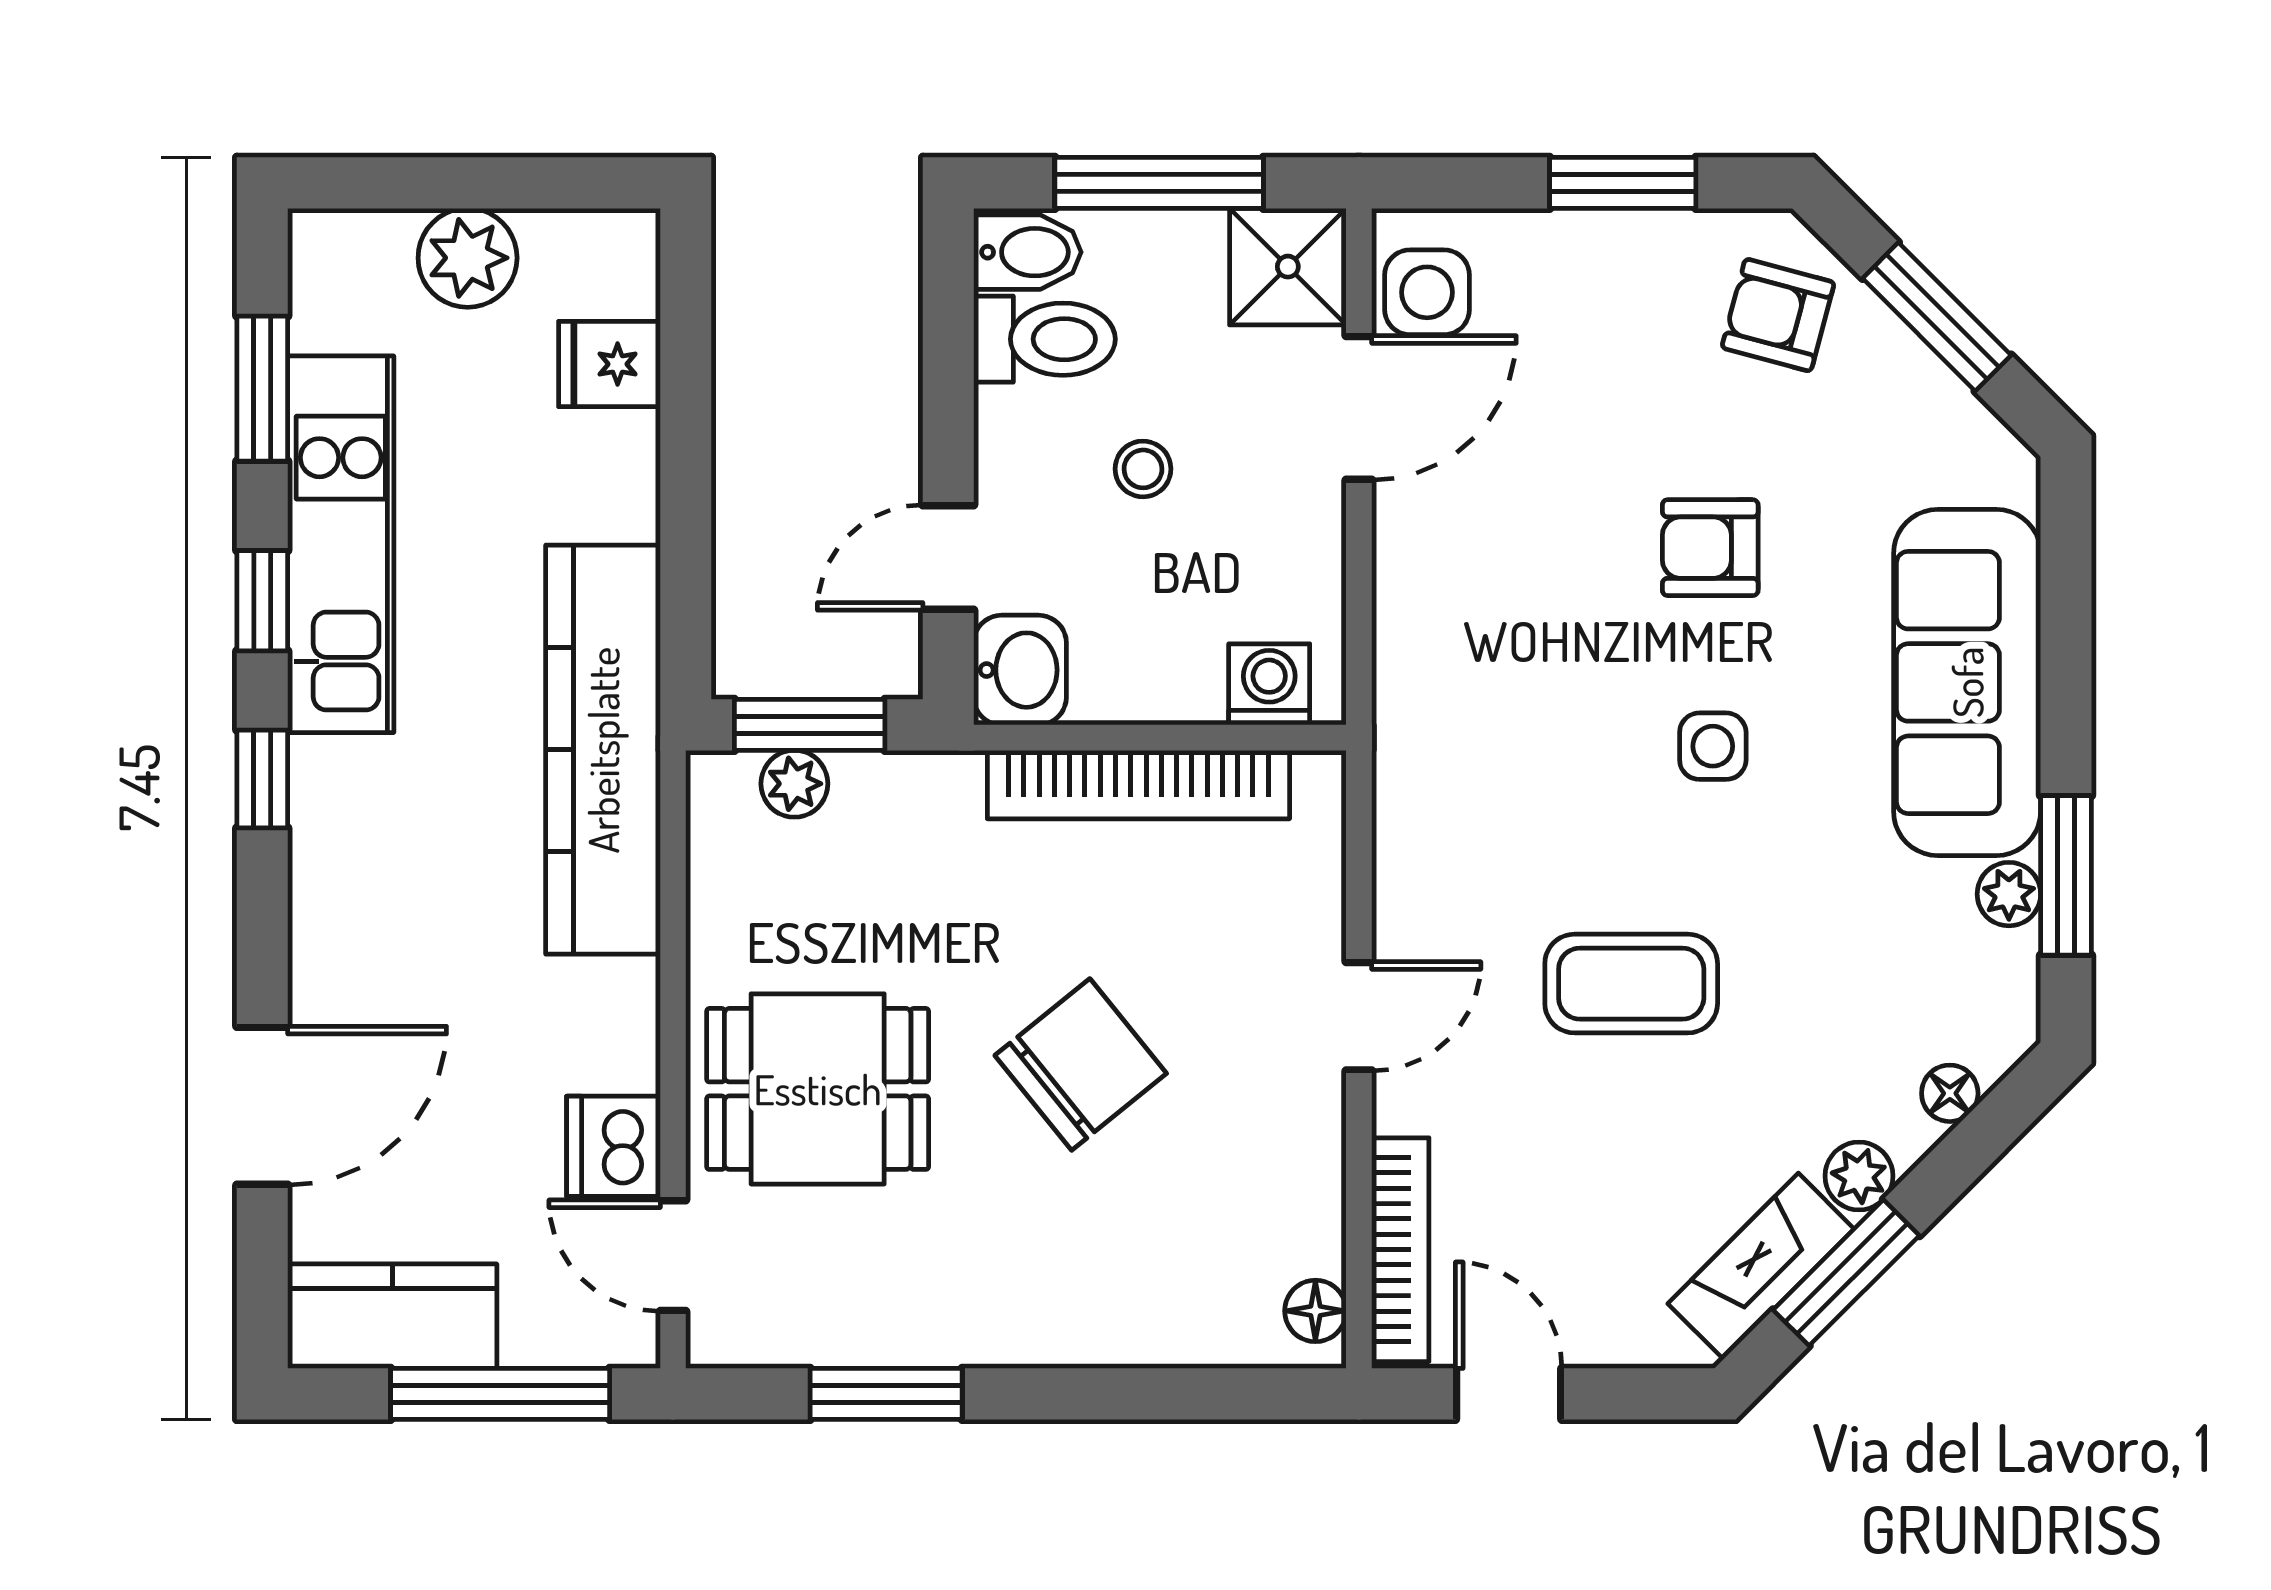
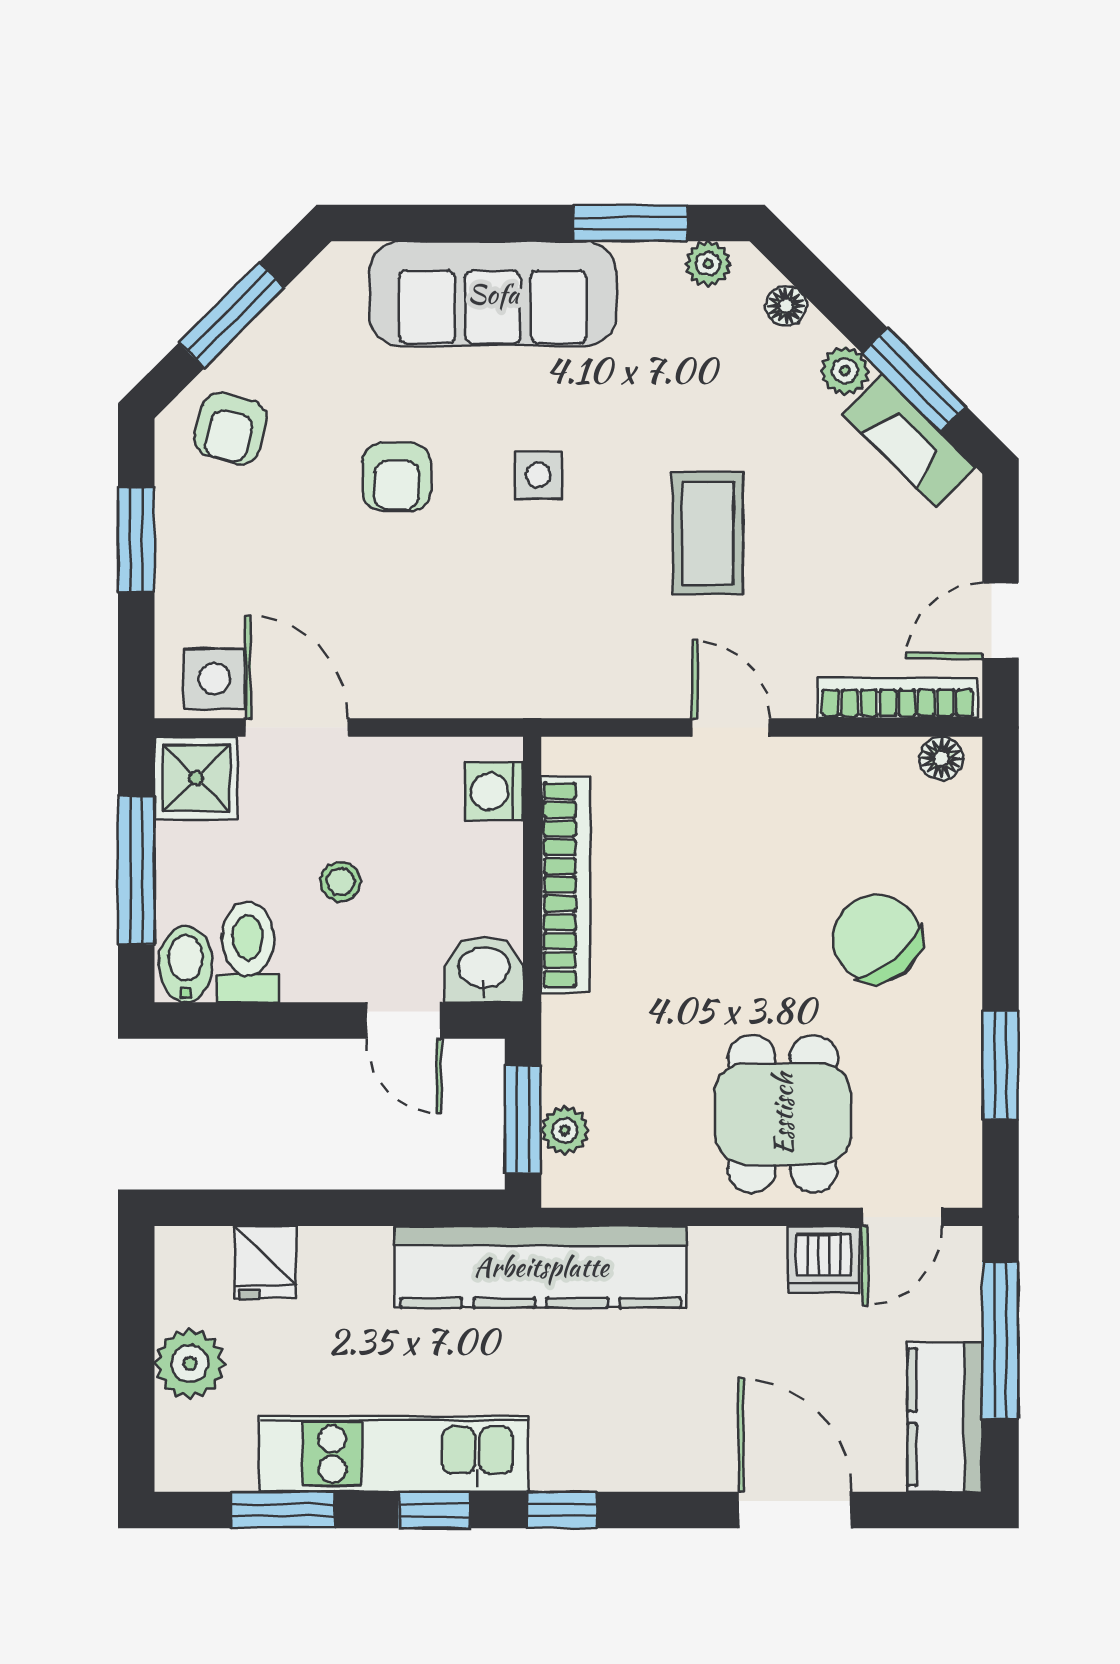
plant: (2009, 894) -> (708, 264), moved
chair: (1081, 1064) -> (877, 939), moved

